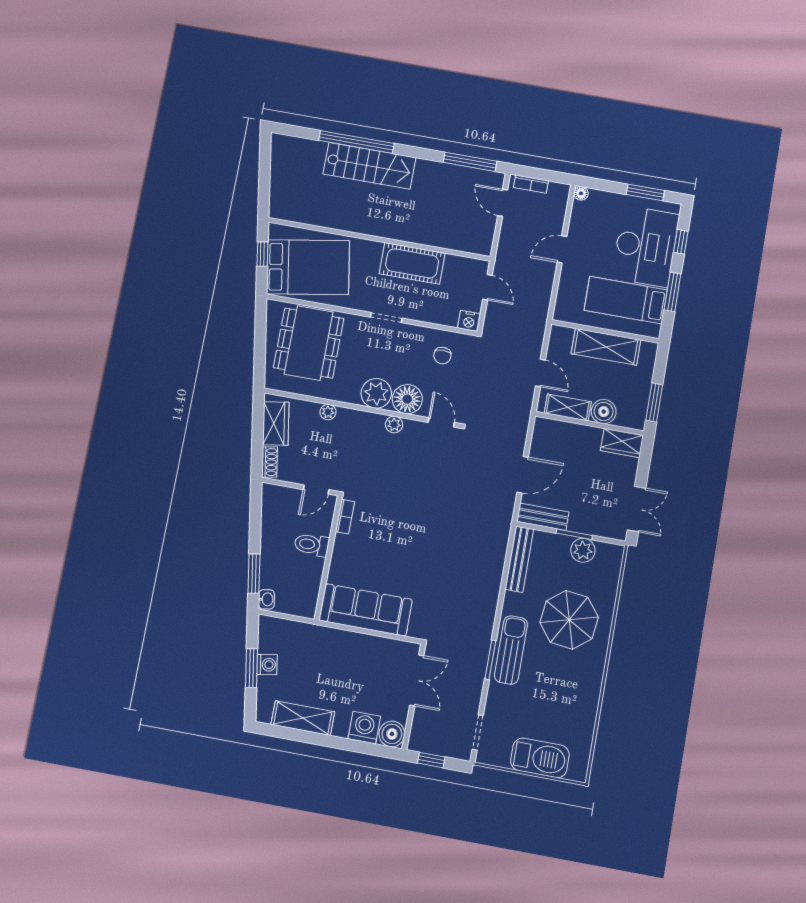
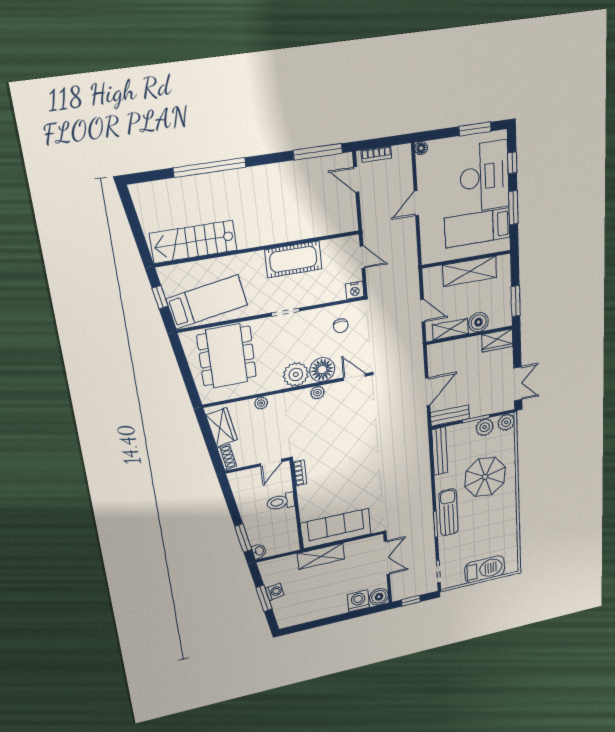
stairs: (369, 166) -> (194, 242), moved, turned 180
bed: (308, 267) -> (207, 302), width x0.67
plant: (612, 555) -> (506, 422), added
shelving: (303, 718) -> (321, 556), moved

